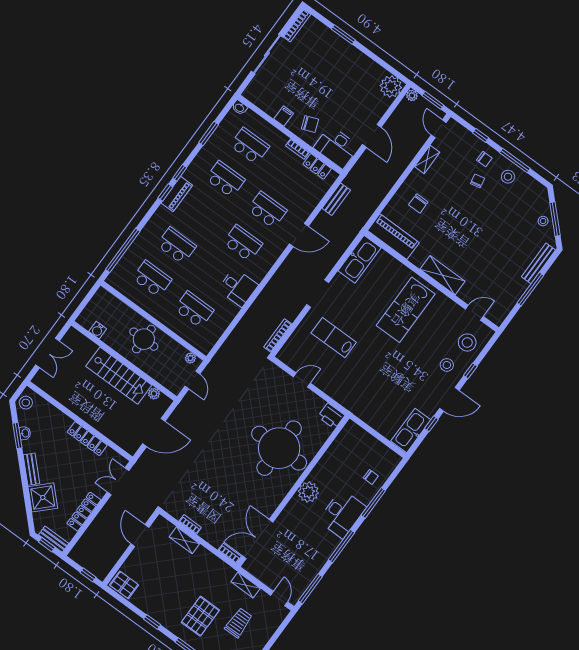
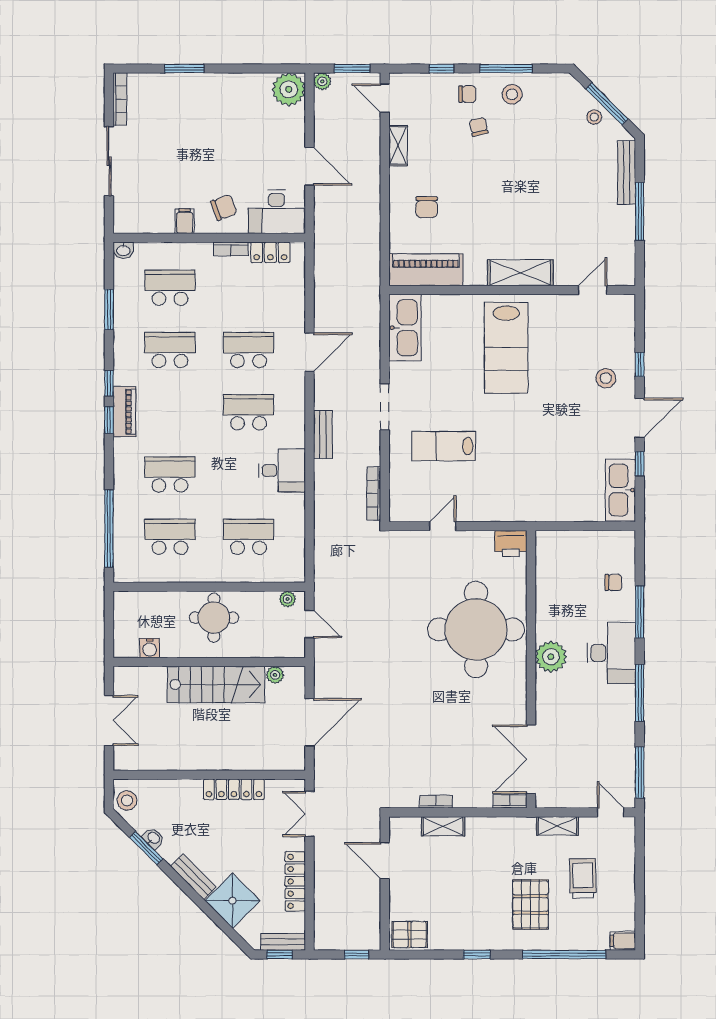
bench: (336, 199) -> (323, 434), moved
stool: (467, 342) -> (611, 333), removed

